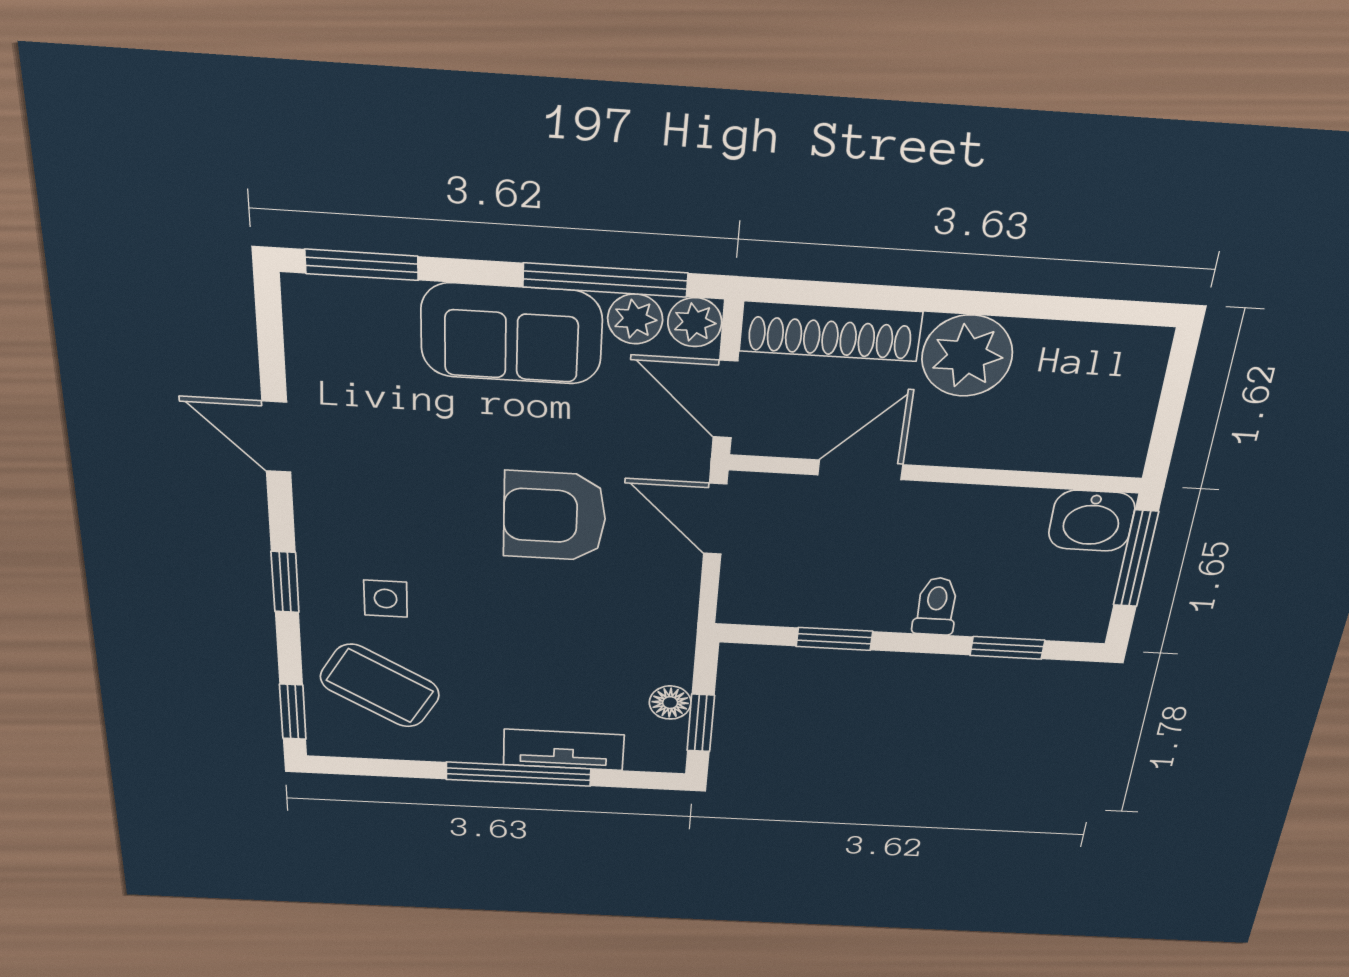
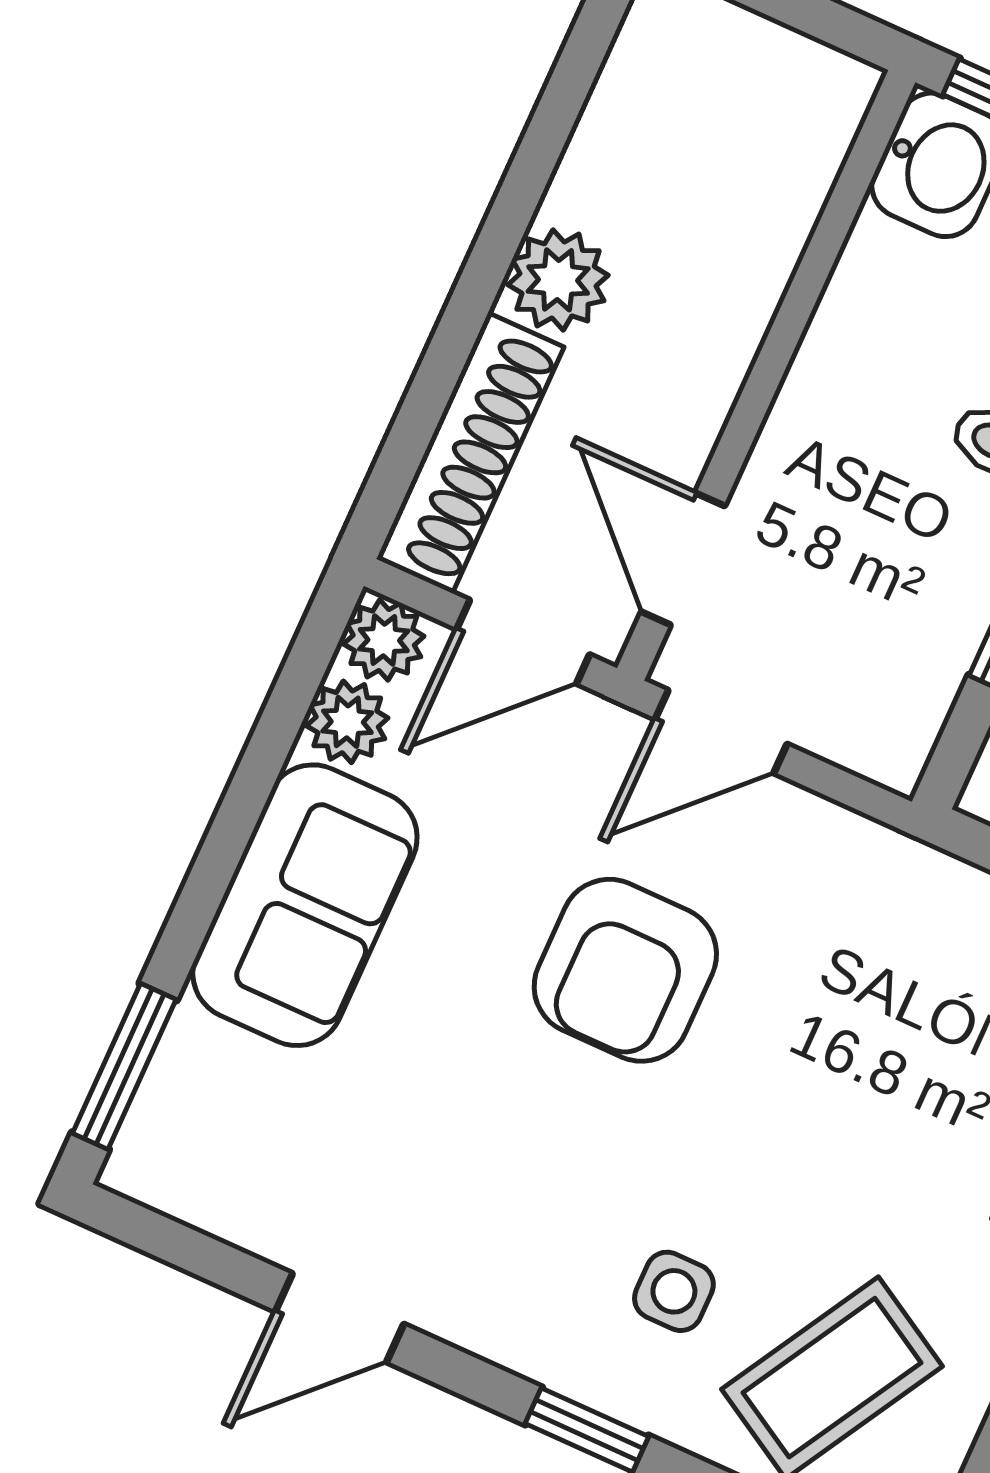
window: (605, 280) -> (272, 740), removed
plant: (967, 356) -> (558, 280), width x0.73, depth x0.73
door: (860, 470) -> (683, 559), moved

